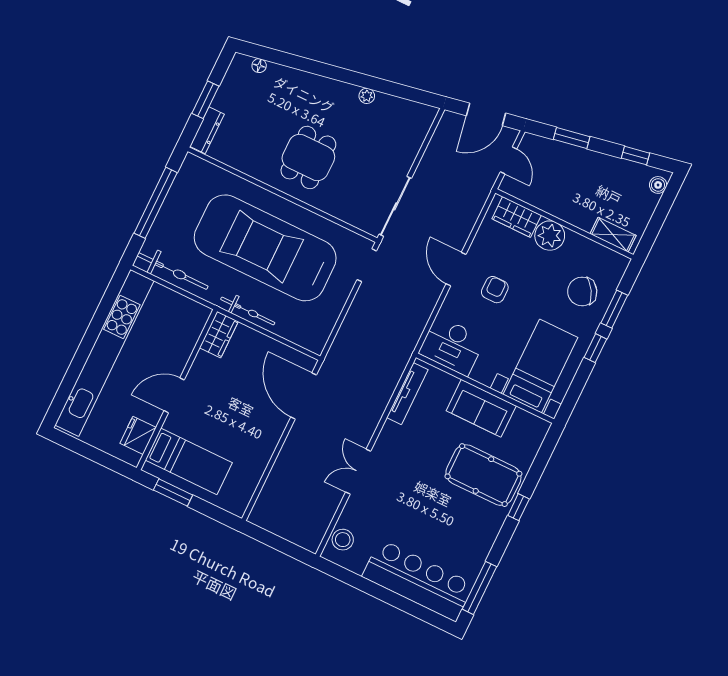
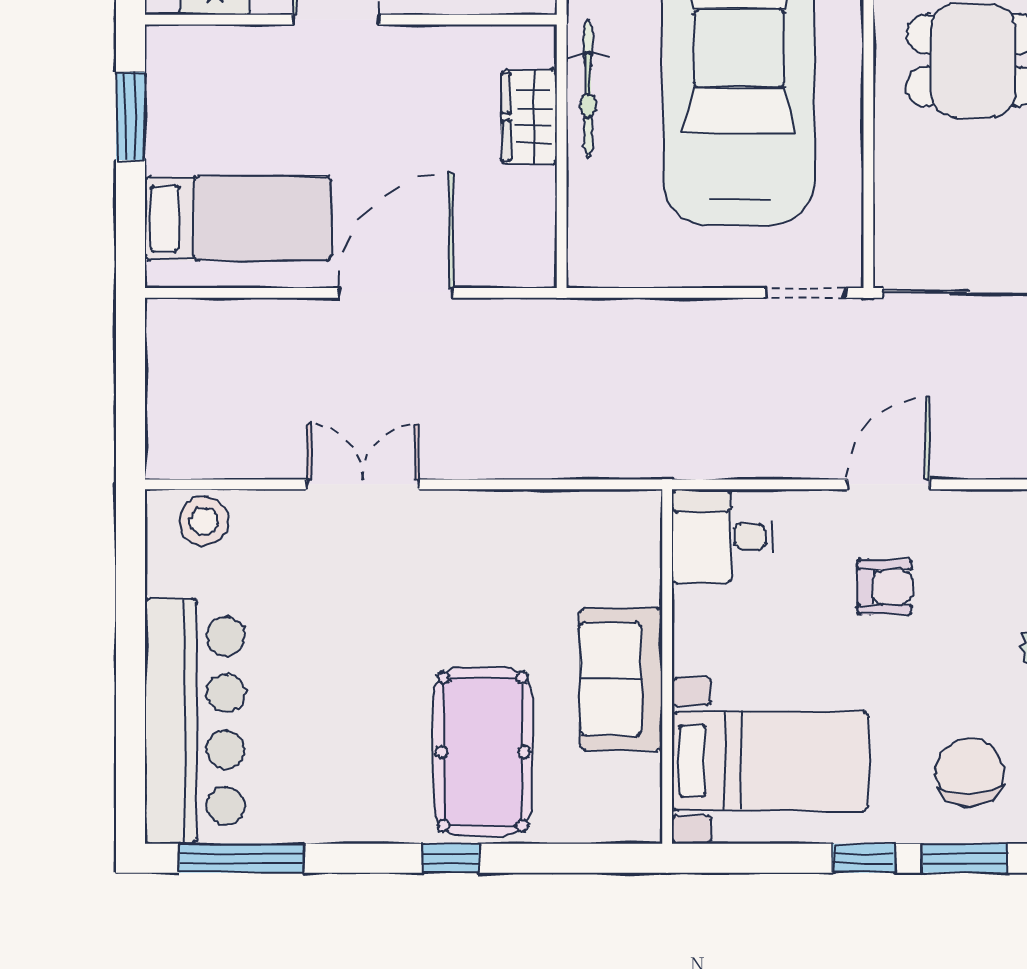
chair: (582, 291) -> (970, 773), turned 31
wardrobe: (219, 335) -> (529, 117), moved, turned 90
desk: (452, 346) -> (723, 536), width x0.73
tv unit: (407, 394) -> (577, 509), removed
door: (304, 396) -> (395, 293), moved
bed: (189, 461) -> (238, 219), moved, turned -90

